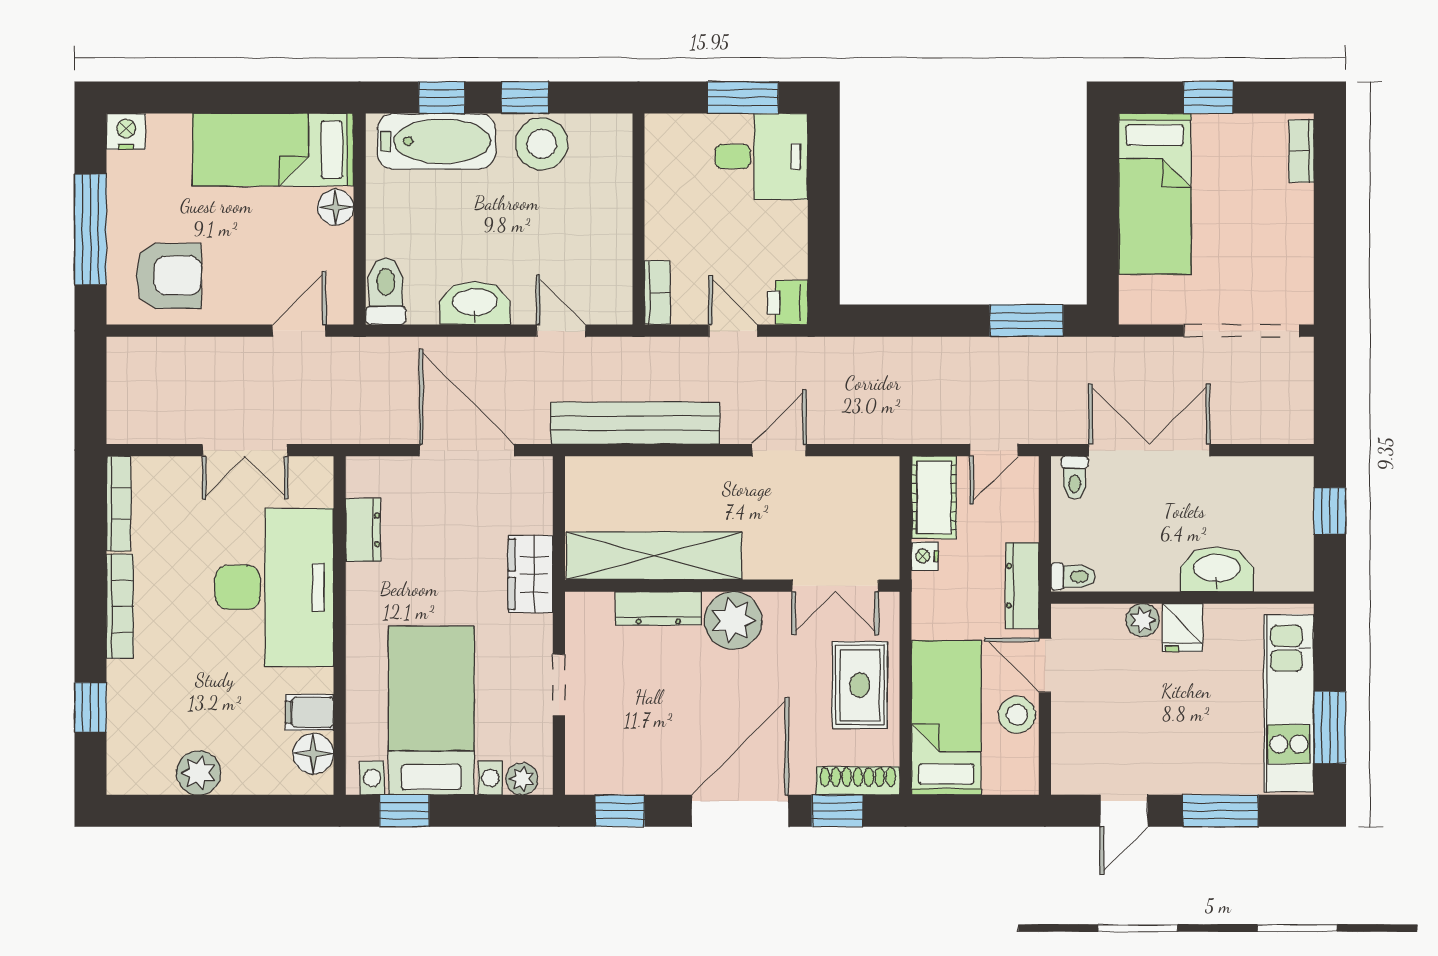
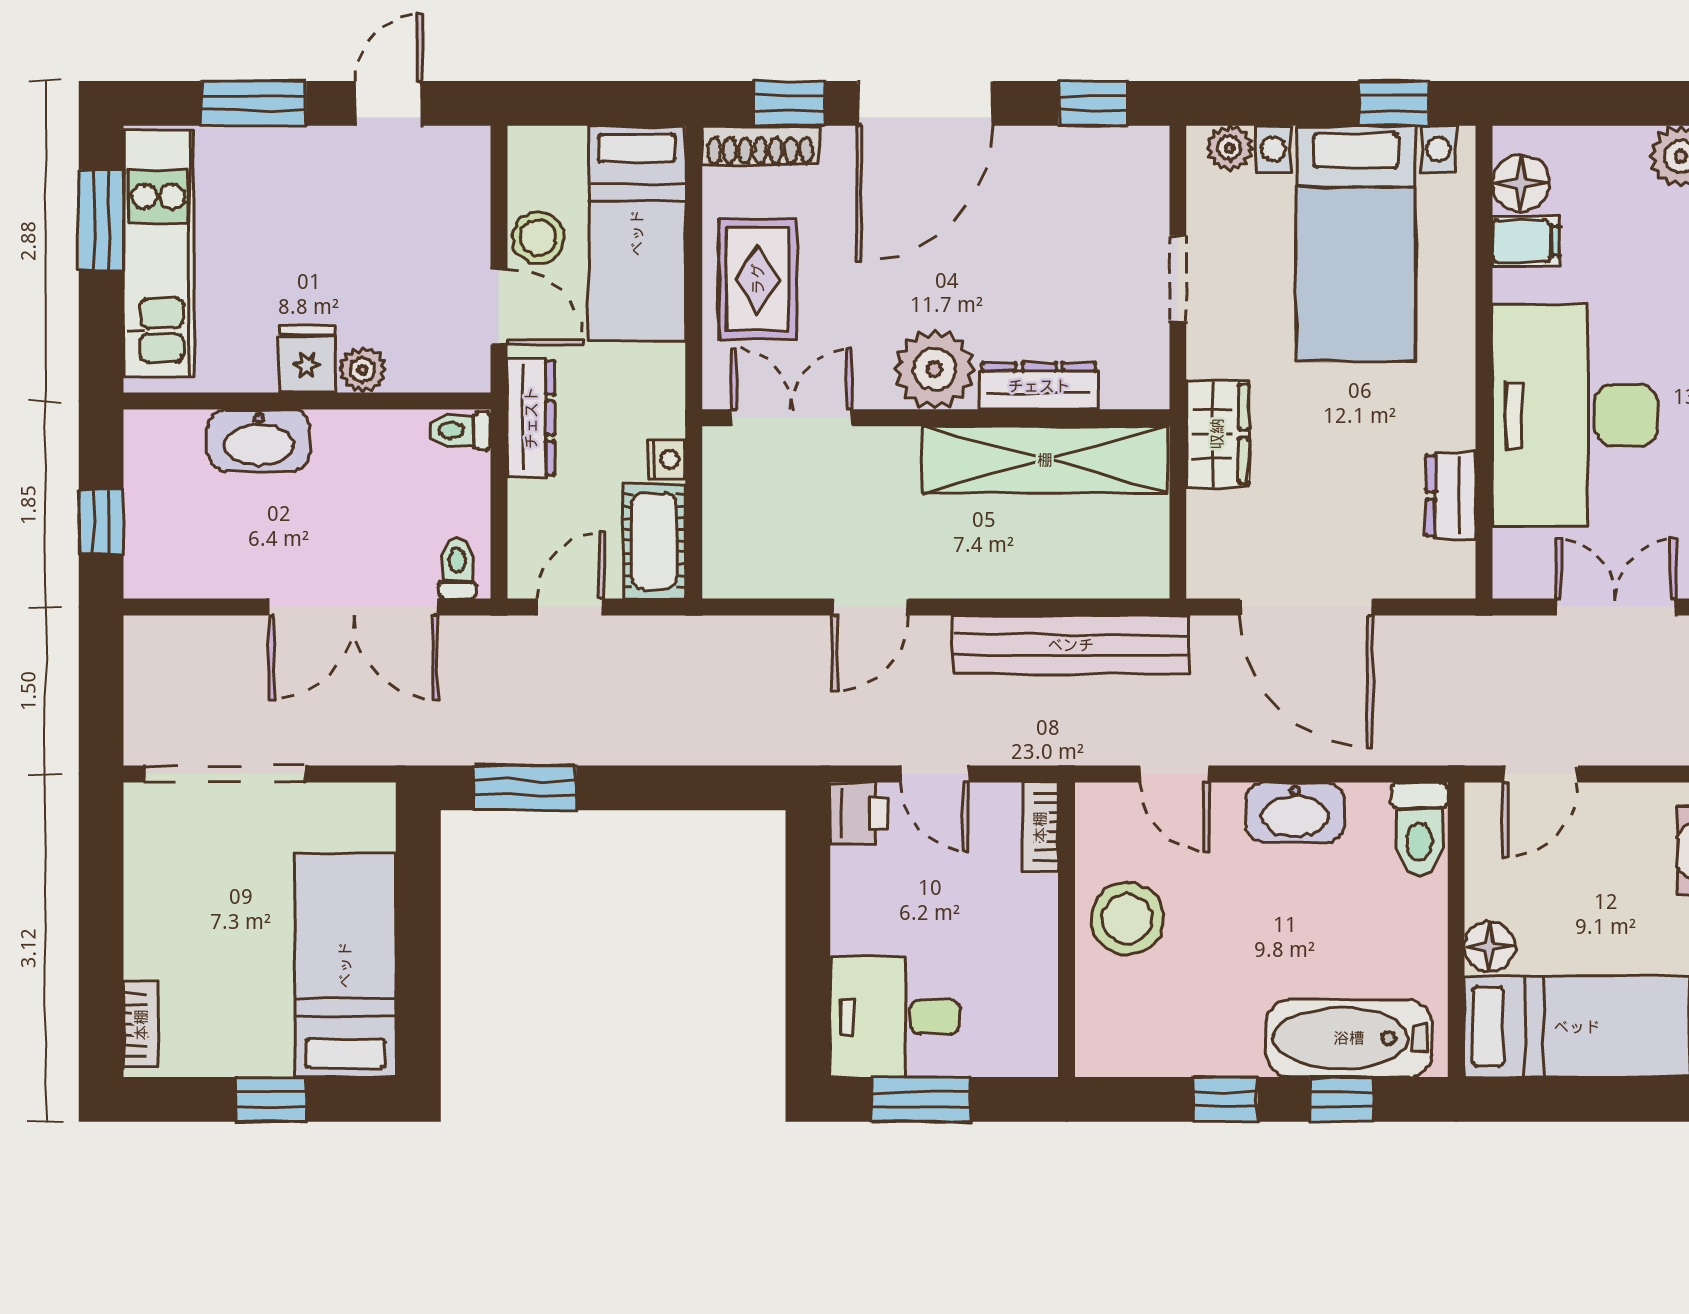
stool: (542, 144) -> (1127, 919), moved

